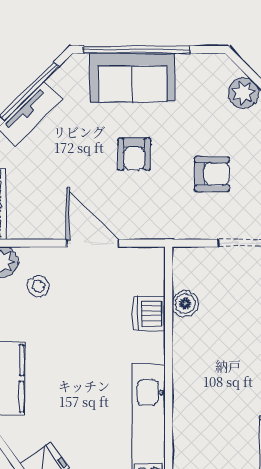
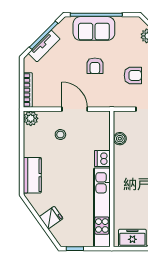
stool: (39, 286) -> (60, 135), moved
dishwasher: (149, 313) -> (102, 158), moved

